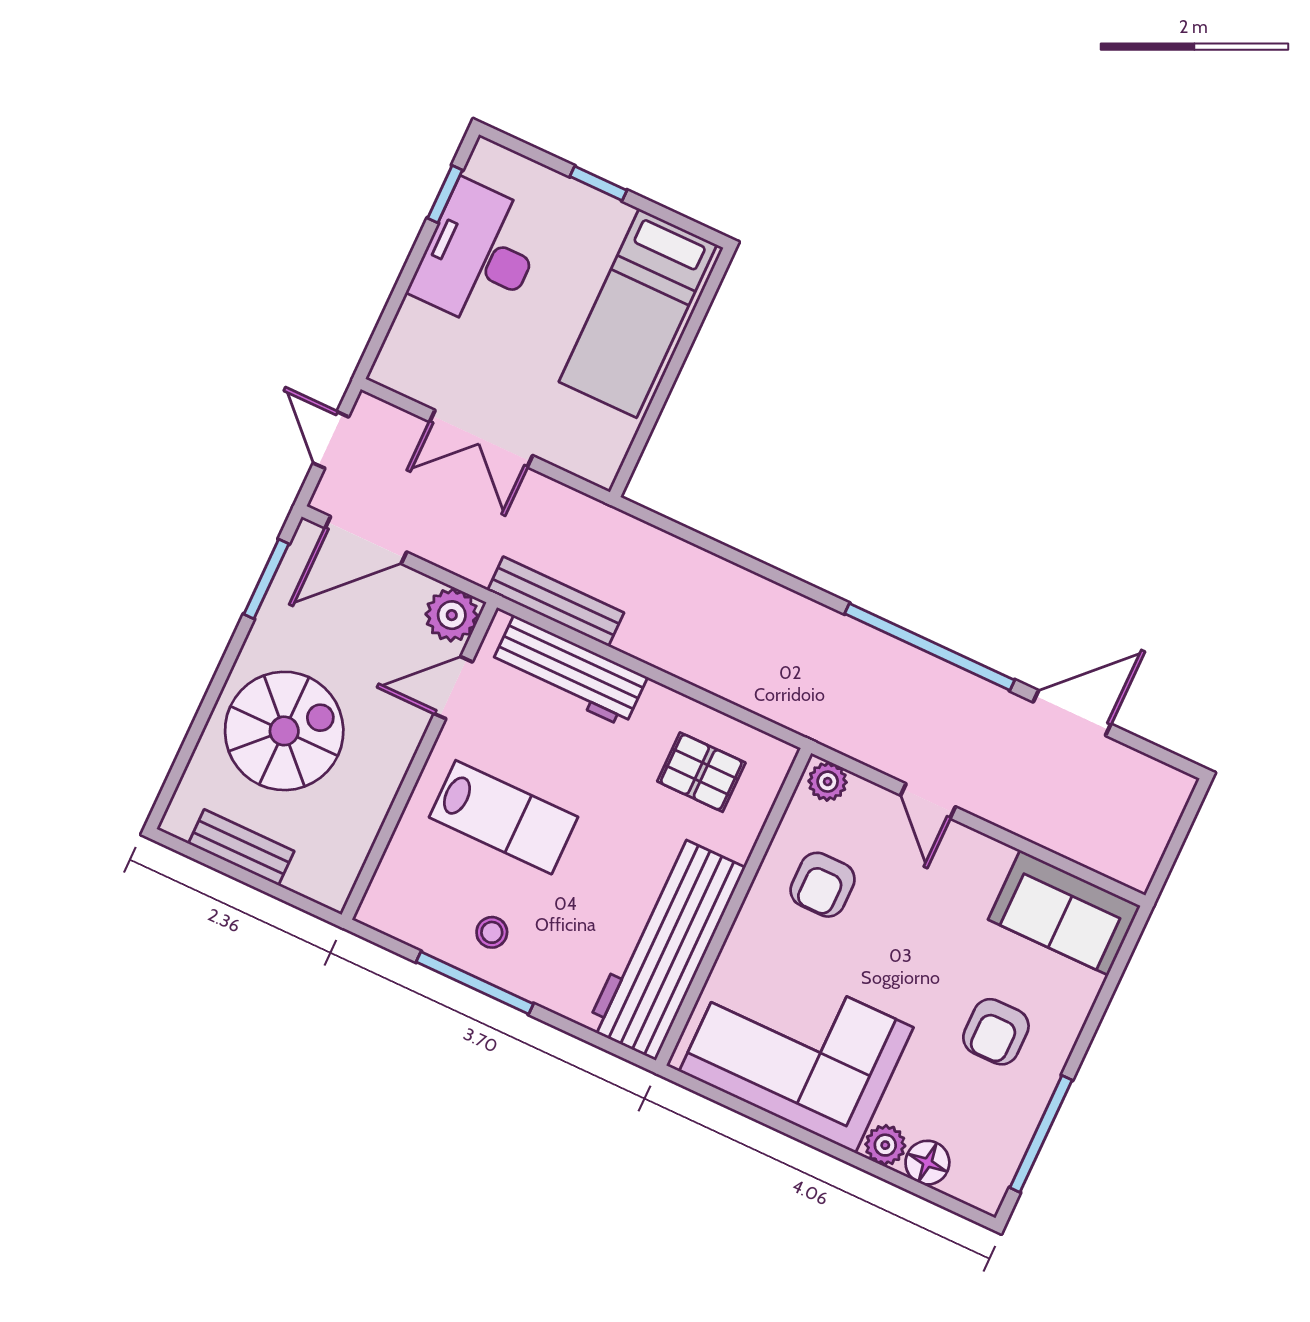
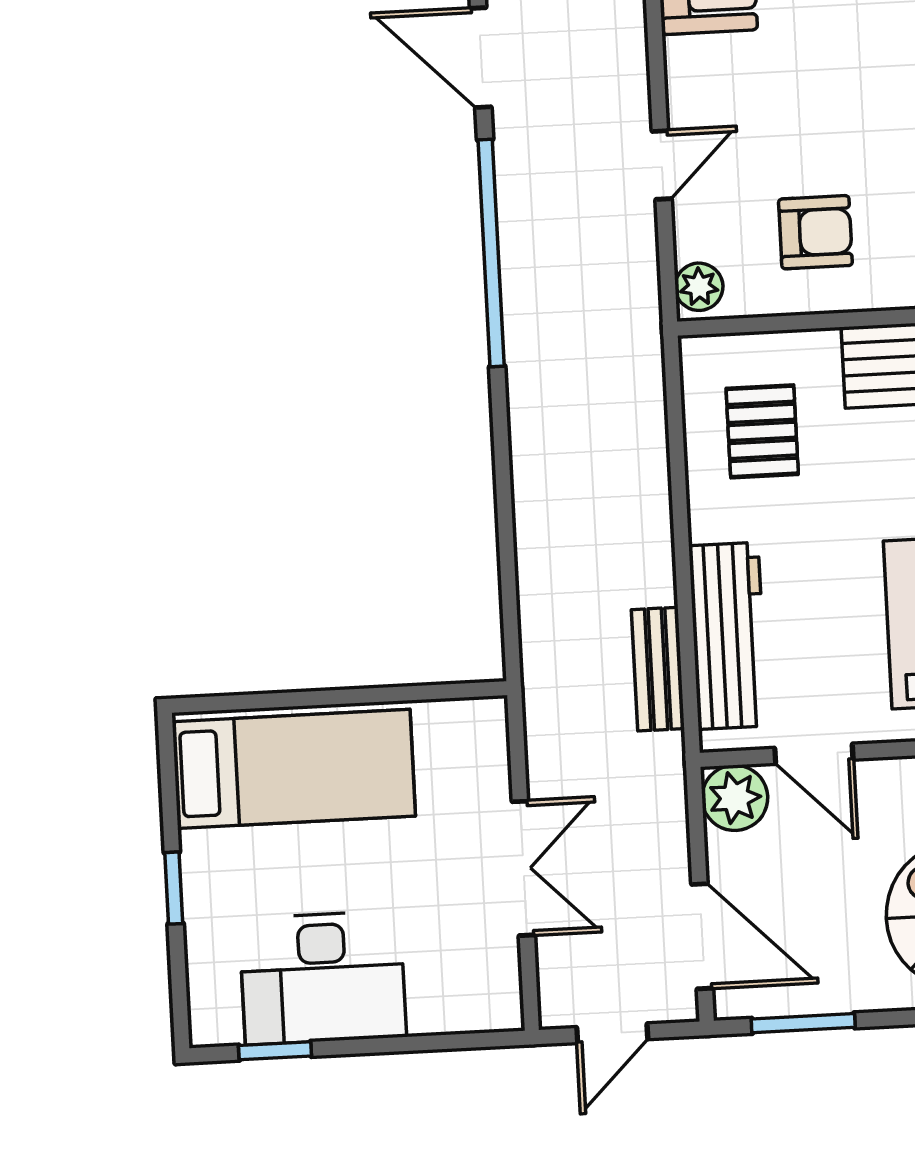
bench: (556, 601) -> (658, 669), width x0.73

